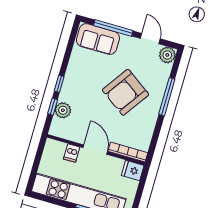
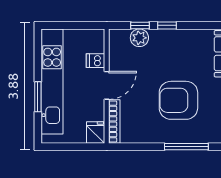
armchair: (126, 92) -> (178, 100), turned -35

